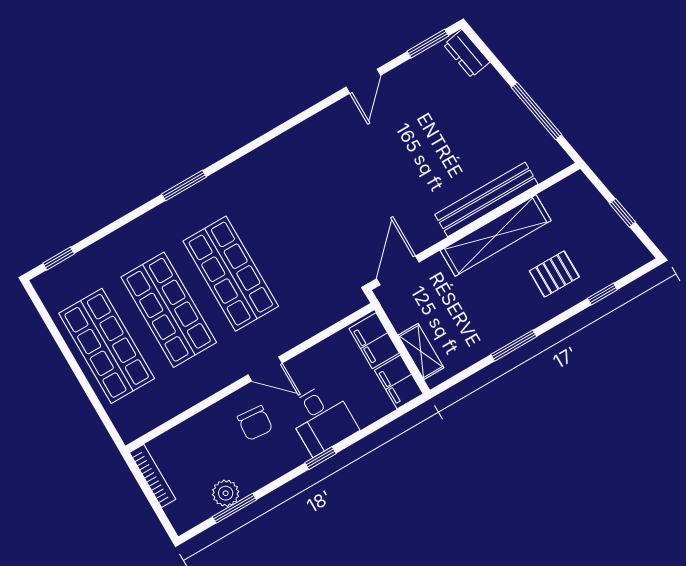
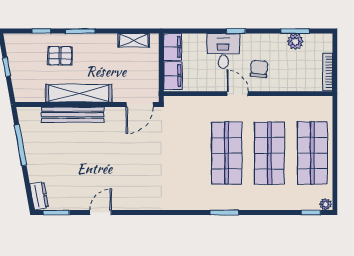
plant: (44, 283) -> (325, 204), added
window: (514, 346) -> (80, 31), moved
shelving: (421, 351) -> (134, 40), moved, turned 90

